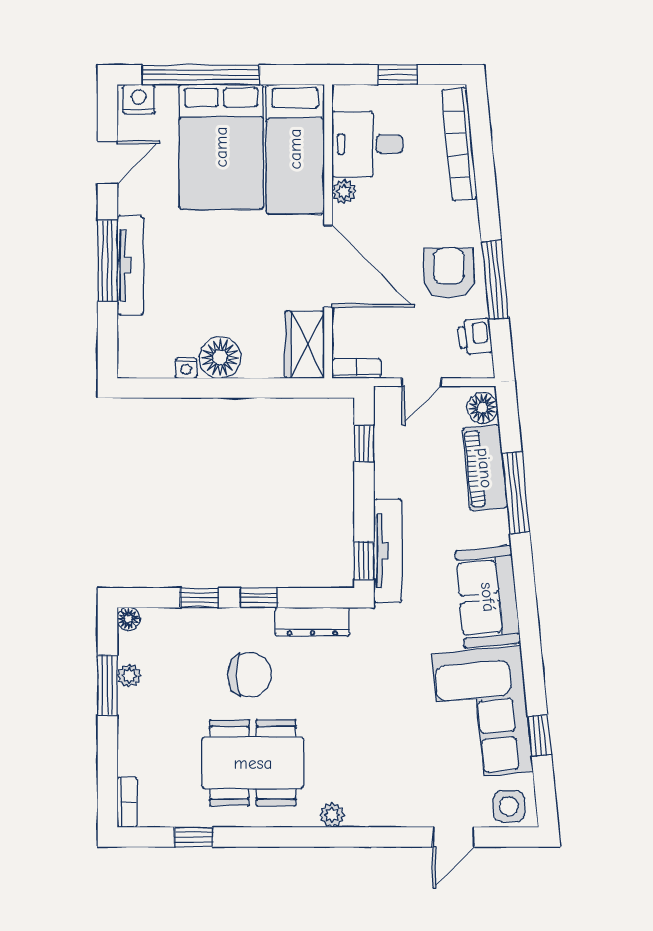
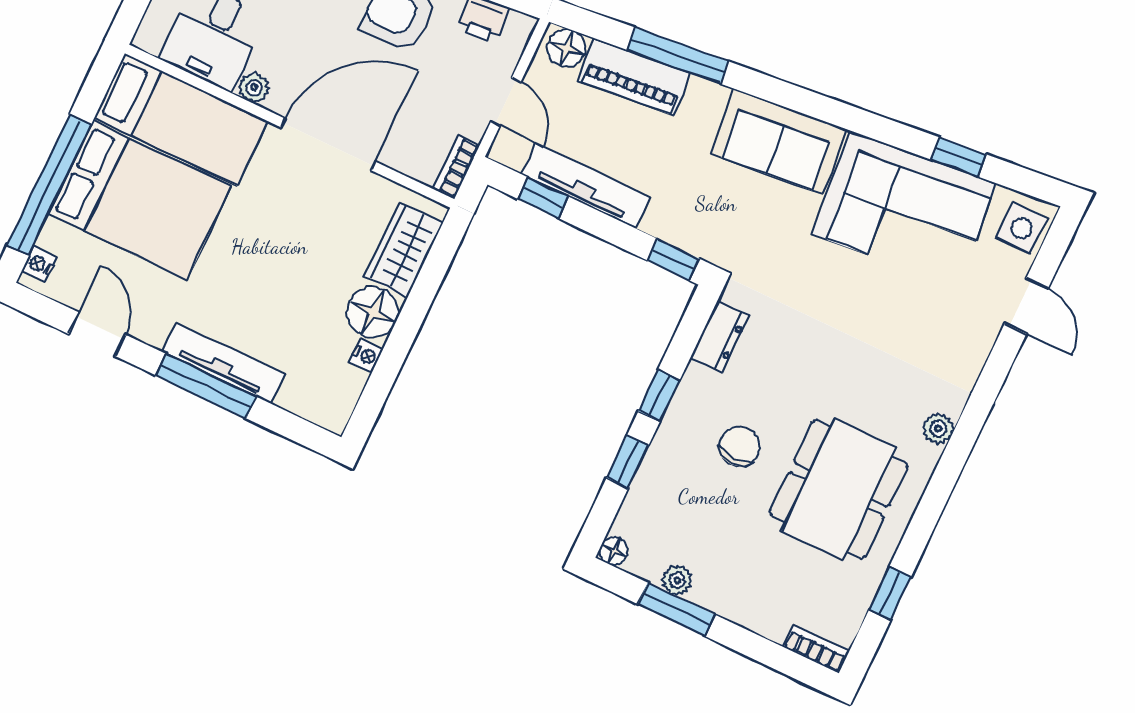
nightstand: (139, 99) -> (39, 264), width x0.72, depth x0.74
wardrobe: (305, 345) -> (404, 250), moved, turned 90
tv unit: (388, 551) -> (586, 186), moved
dresser: (312, 622) -> (720, 336), width x0.70
chair: (250, 675) -> (740, 446), width x0.73, depth x0.73

